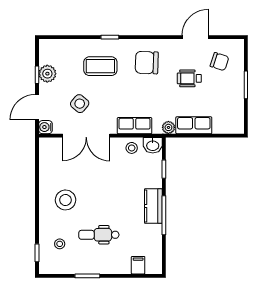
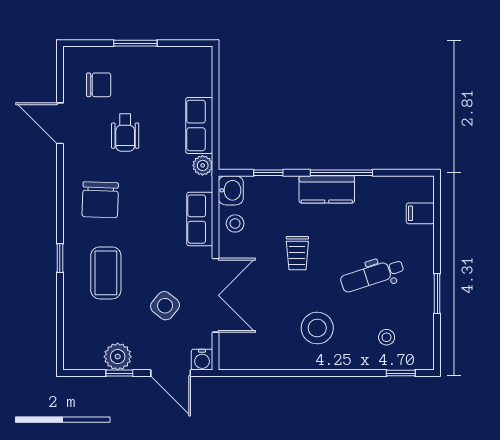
chair: (220, 62) -> (99, 85), turned 72
trolley: (113, 187) -> (297, 253), added
dental chair: (99, 235) -> (372, 275), turned 72

